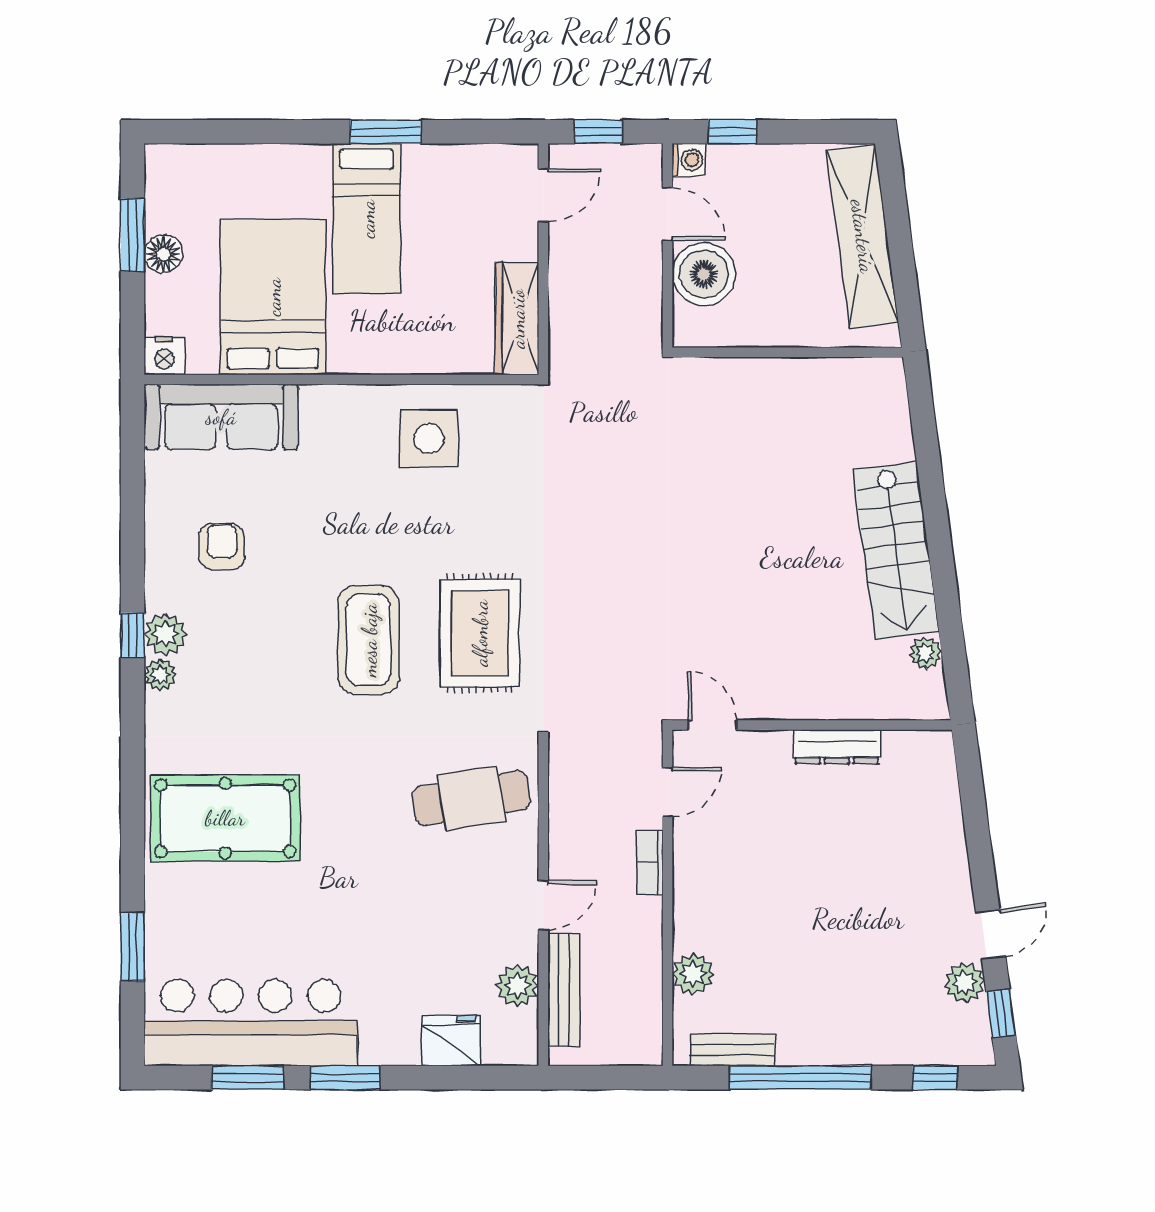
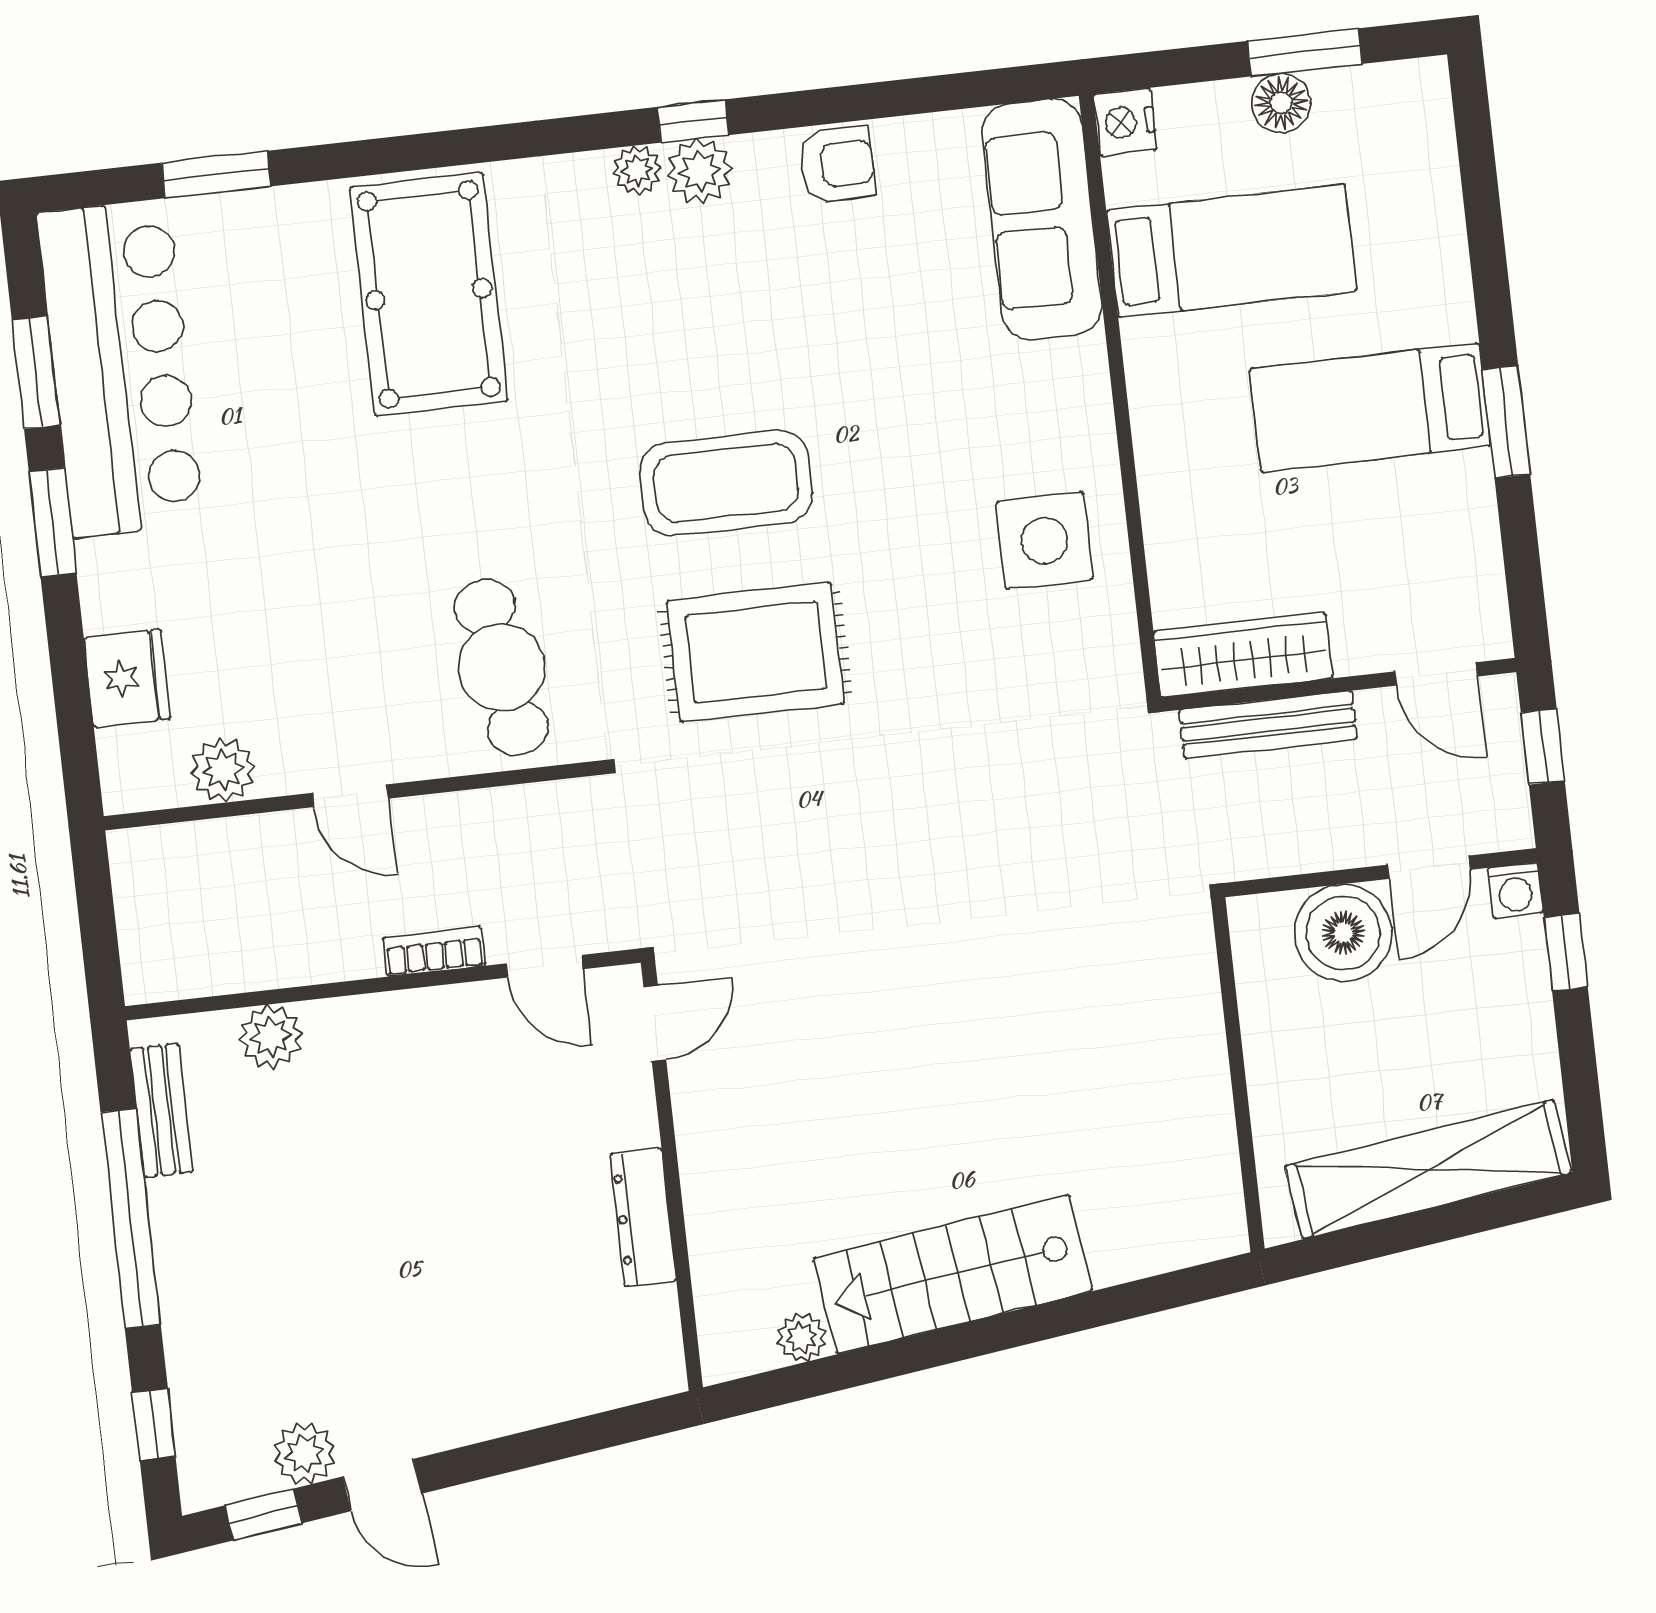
bed: (273, 297) -> (1231, 251), width x0.67
armchair: (222, 547) -> (837, 165), moved
bench: (564, 990) -> (1268, 725), moved

